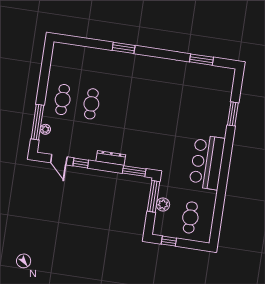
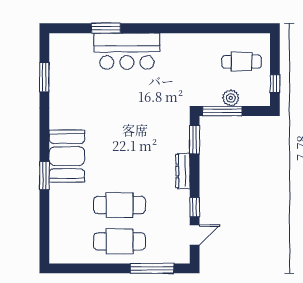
booth: (136, 68) -> (67, 156), added
cafe table: (63, 100) -> (120, 241), width x1.37, depth x1.35
cafe table: (91, 104) -> (120, 205), width x1.37, depth x1.35
plant: (45, 129) -> (159, 257), removed
bar counter: (207, 162) -> (127, 51), moved

